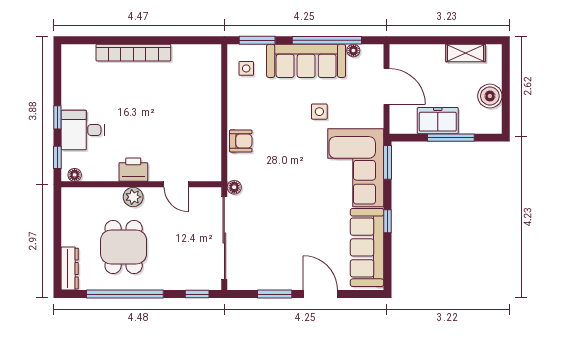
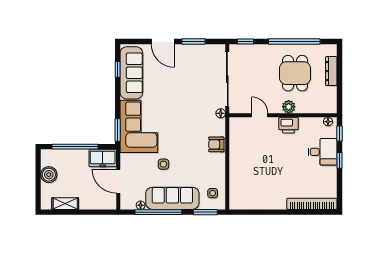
bookcase: (133, 53) -> (312, 204), moved
freezer: (438, 121) -> (103, 158), moved
window: (451, 138) -> (75, 147), width x1.46
window: (387, 221) -> (118, 69), moved
dresser: (70, 269) -> (331, 71), moved

